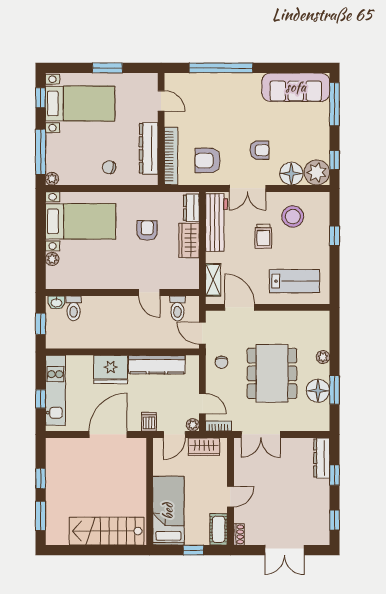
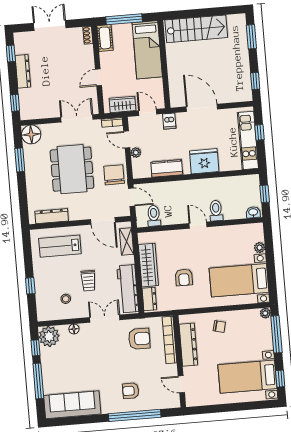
window: (107, 68) -> (228, 408), removed
window: (335, 104) -> (38, 381), moved
armchair: (259, 150) -> (131, 391), moved
floor lamp: (291, 174) -> (74, 329), width x0.53, depth x0.53
stool: (293, 217) -> (66, 299), width x0.53, depth x0.53
trolley: (263, 236) -> (88, 281), turned 180
wardrobe: (189, 240) -> (148, 265), width x1.50
door: (149, 292) -> (198, 225), moved
toilet: (74, 308) -> (216, 211), moved
dresser: (301, 318) -> (52, 216), added
plant: (323, 357) -> (31, 186), removed
chair: (222, 362) -> (114, 175), width x1.87, depth x1.87
kitchen counter: (157, 365) -> (167, 168), width x0.67
floor lamp: (318, 391) -> (31, 134), moved
plant: (193, 425) -> (136, 153), moved
door: (108, 434) -> (202, 108), swing flipped
door: (174, 434) -> (148, 112), hinge flipped
dresser: (322, 458) -> (23, 71), moved
window: (335, 475) -> (15, 103), moved
window: (41, 478) -> (255, 81), moved
door: (230, 497) -> (98, 77), moved
window: (193, 550) -> (124, 19), width x2.17

